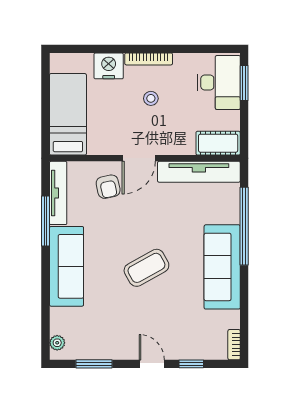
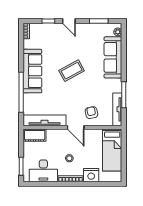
desk: (219, 82) -> (43, 171), moved, turned -90
door: (139, 158) -> (76, 127), swing flipped
sofa: (67, 266) -> (113, 57), moved

